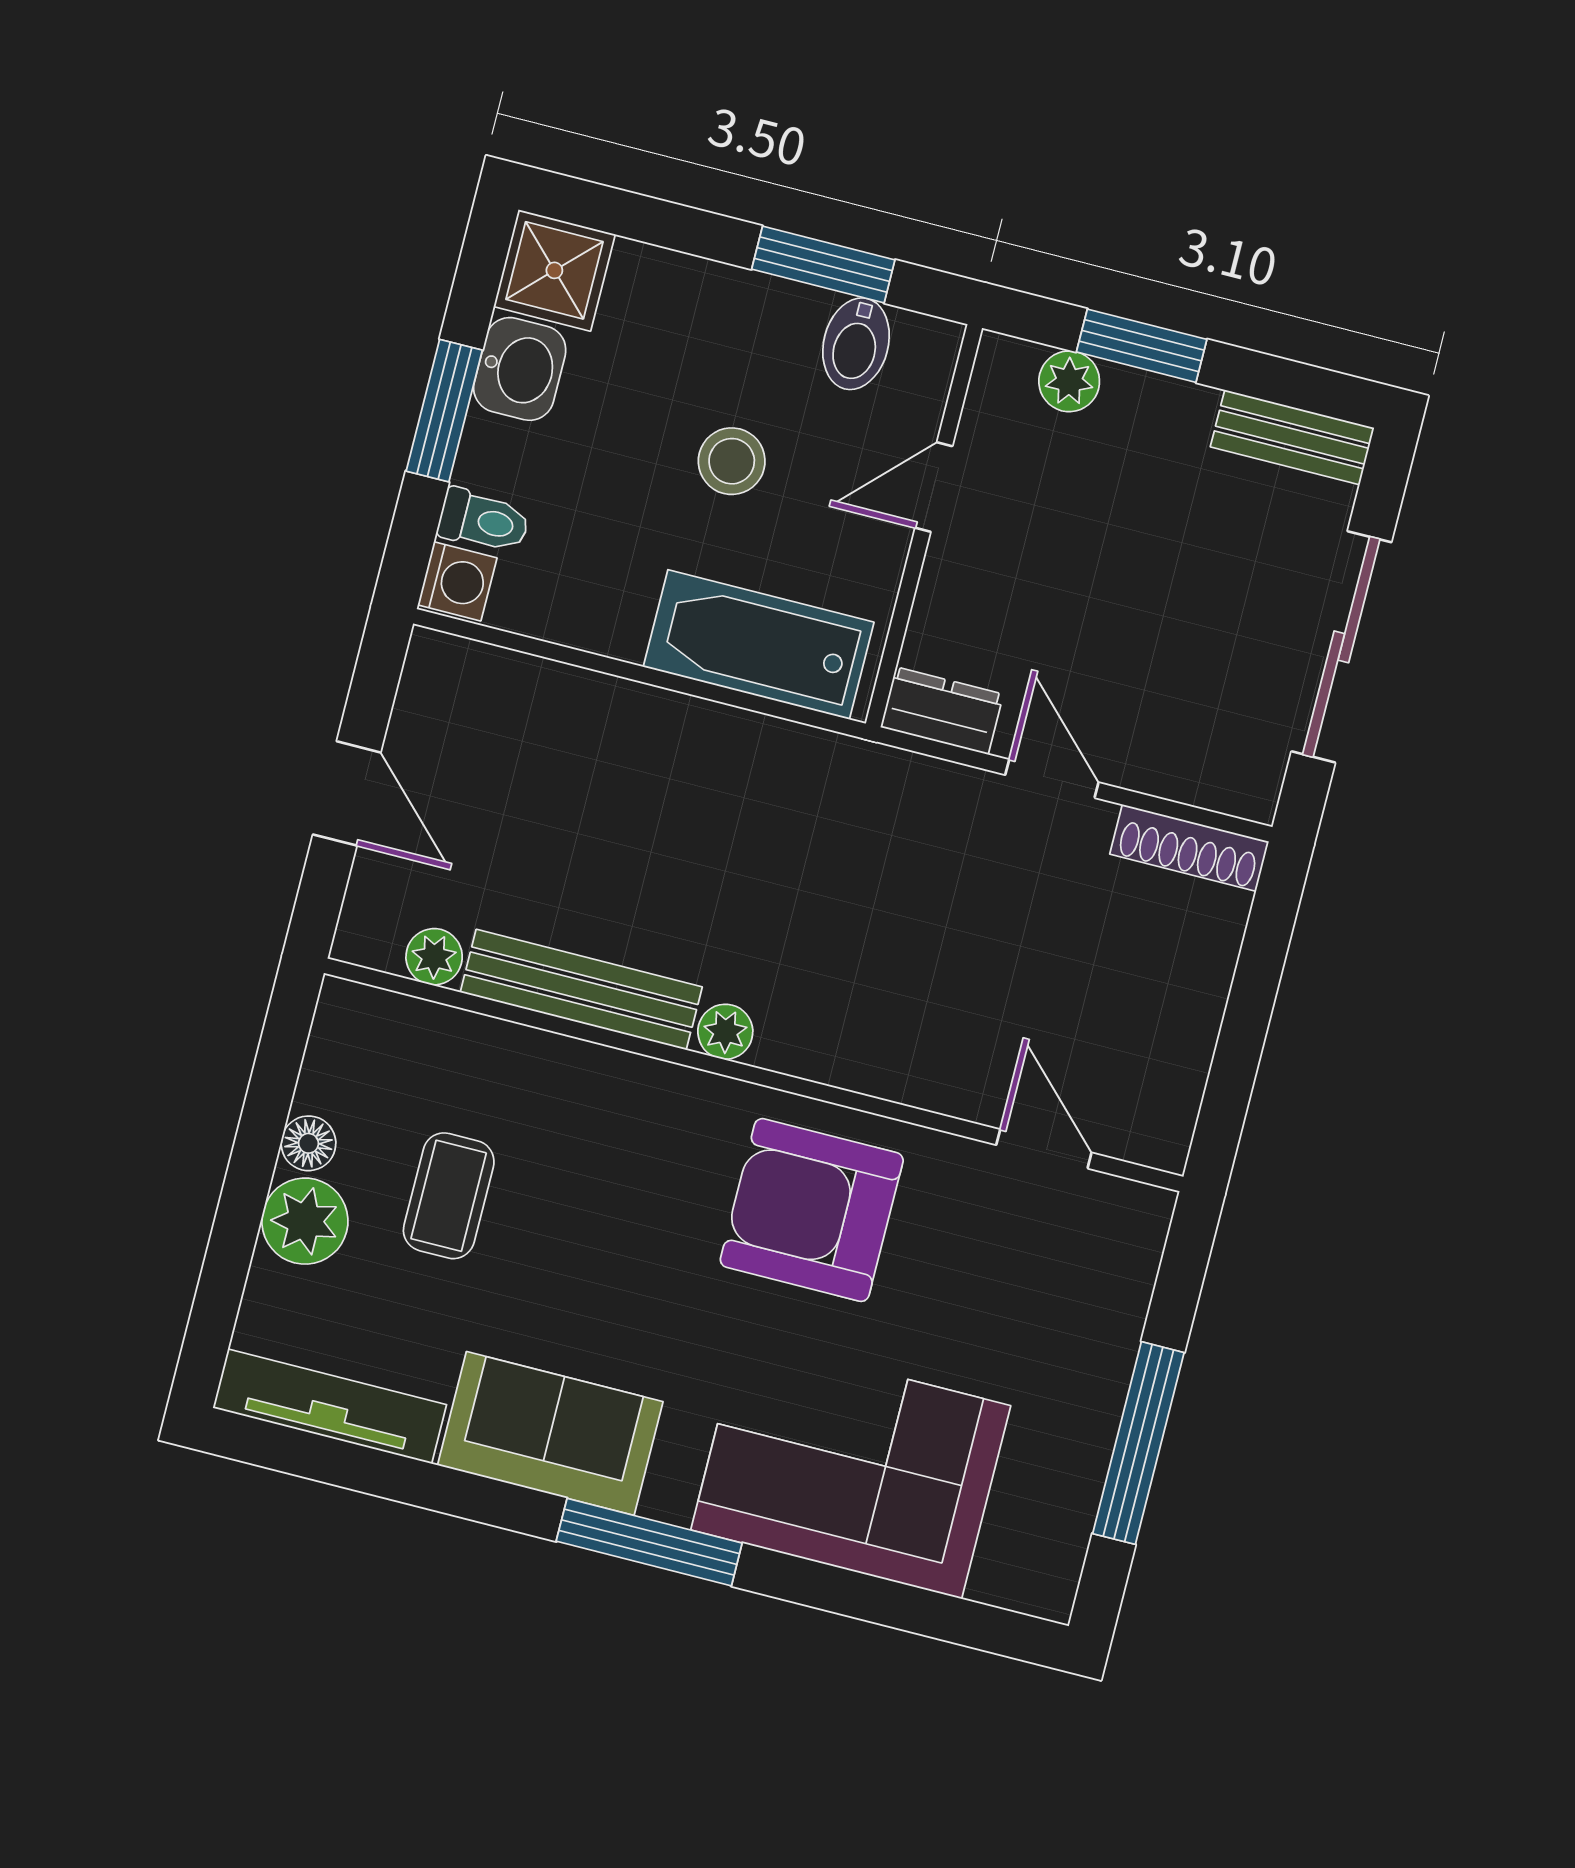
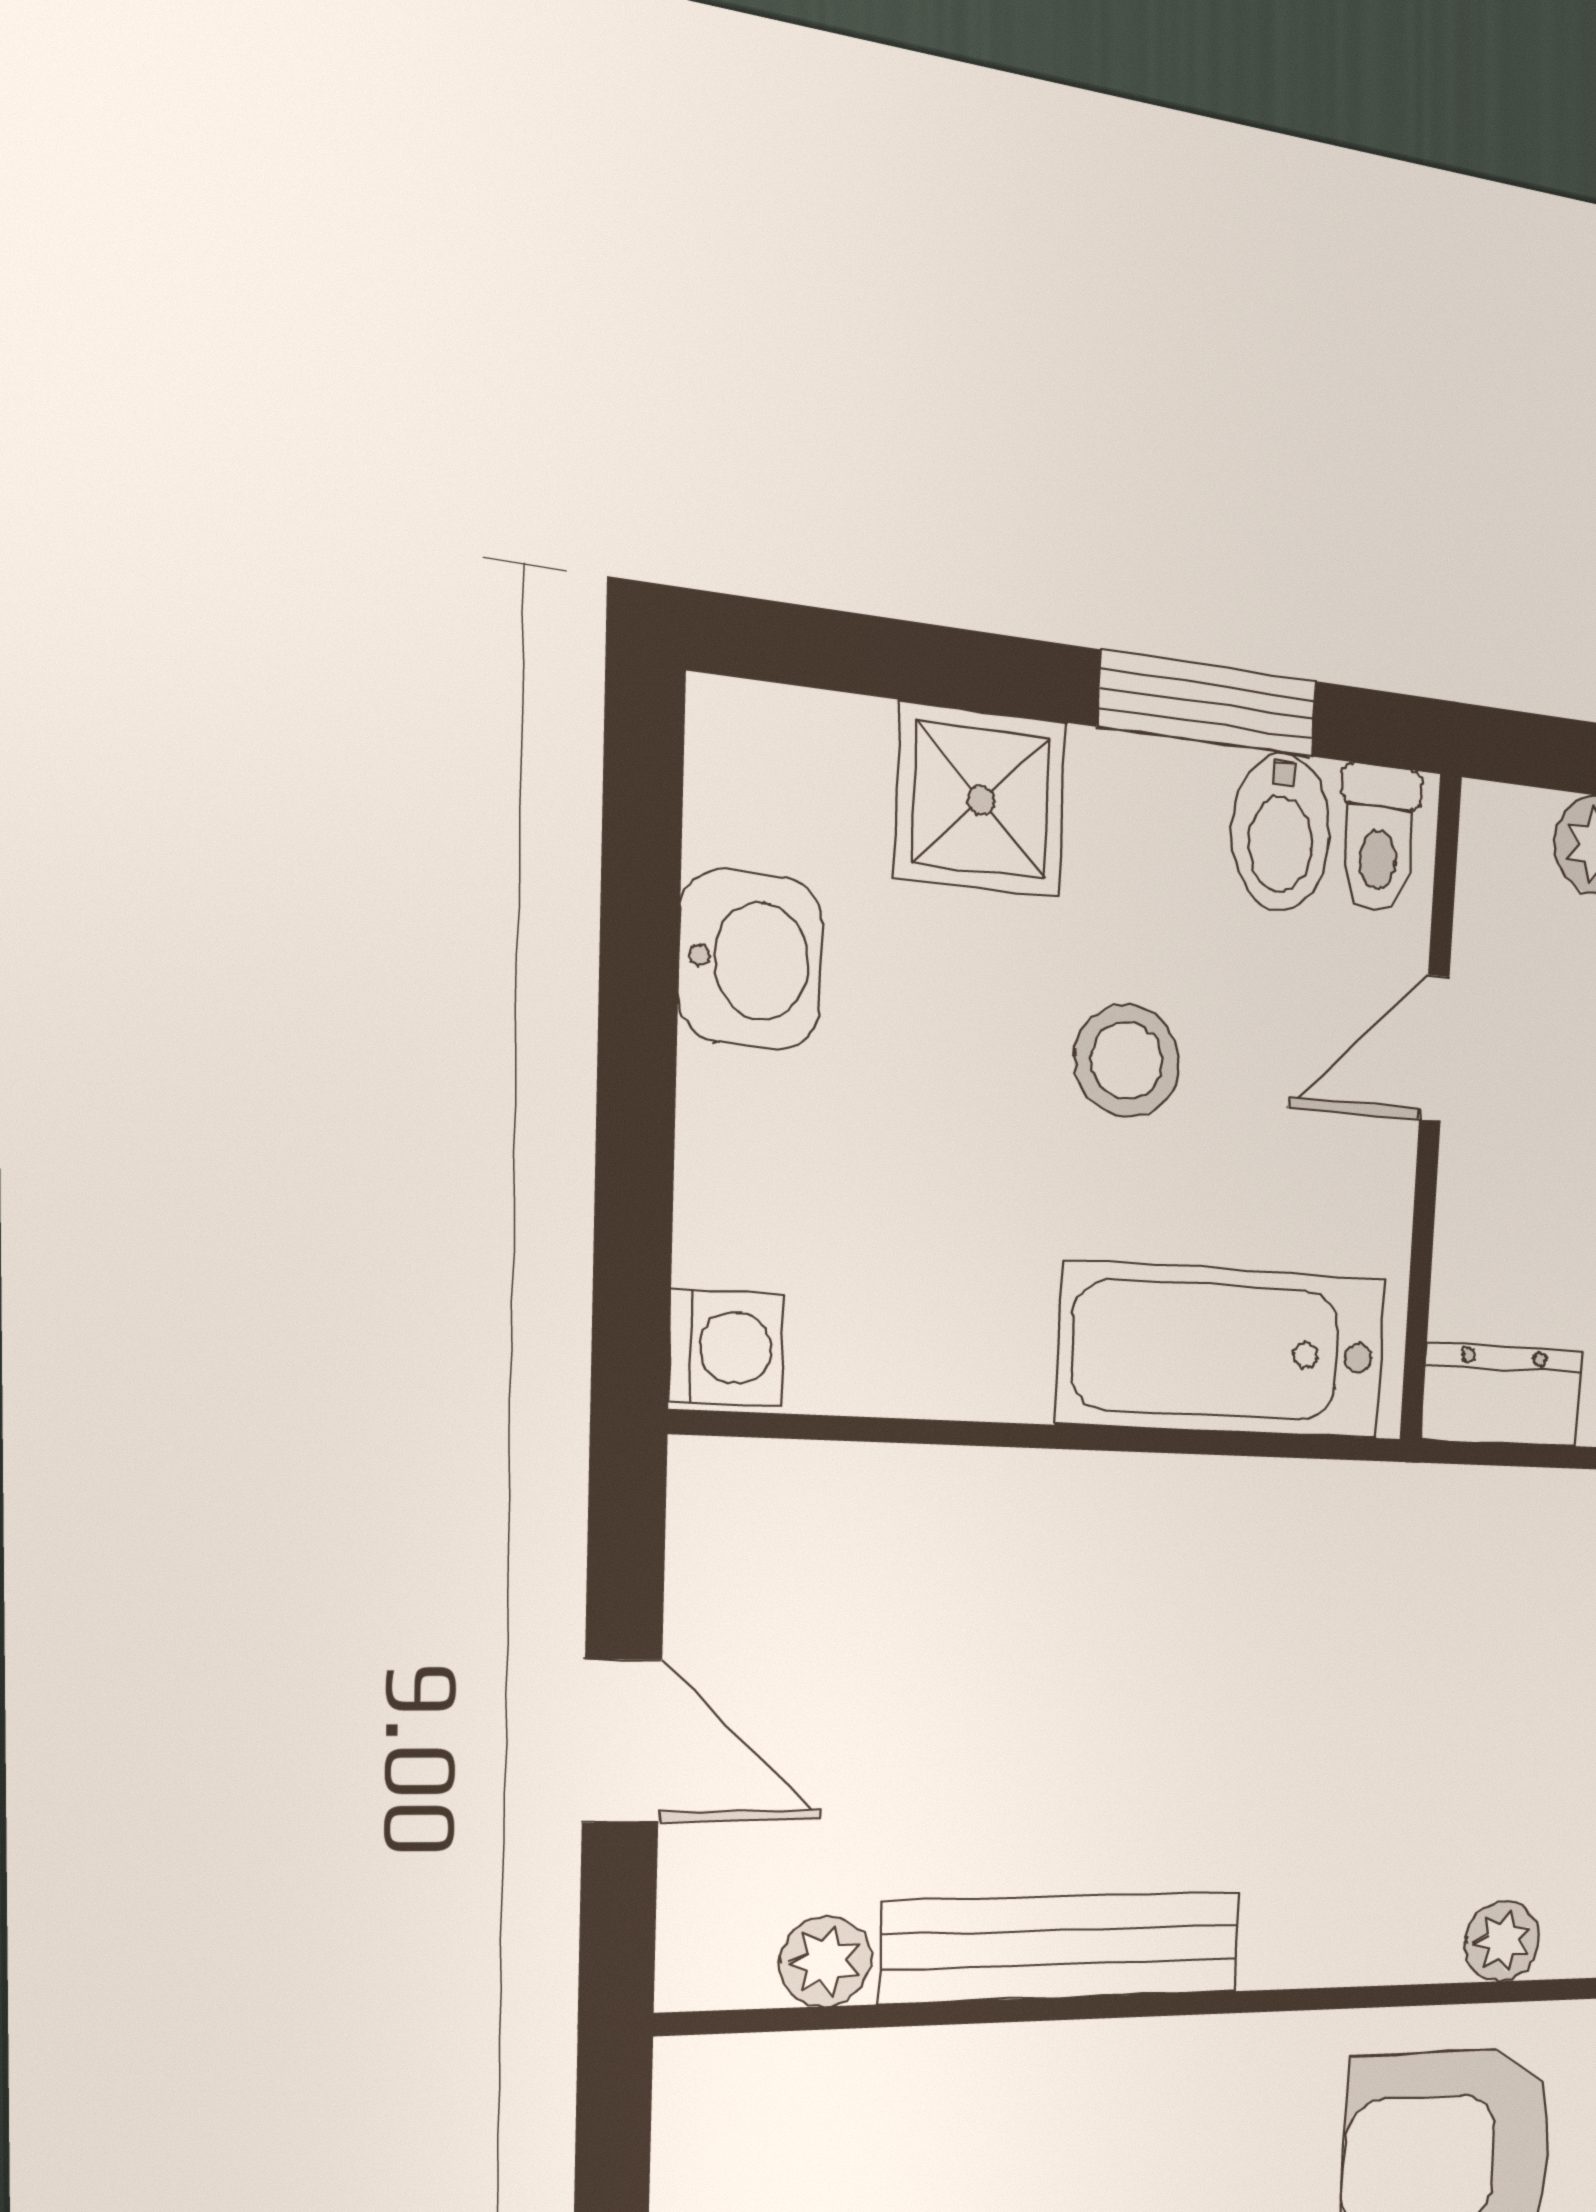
shower: (554, 270) -> (981, 800), moved
window: (444, 411) -> (637, 1055), removed
toilet: (484, 521) -> (1379, 839), moved, turned 90
plant: (725, 1032) -> (1502, 1941), moved

